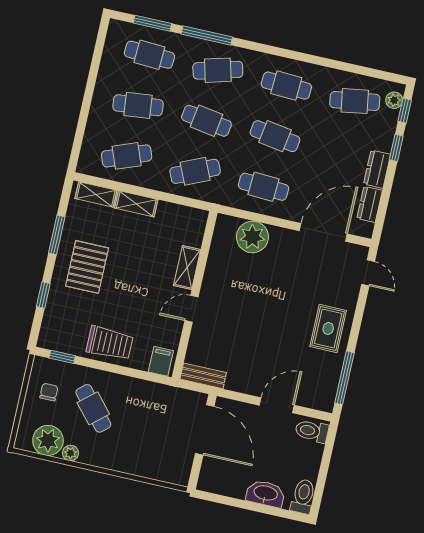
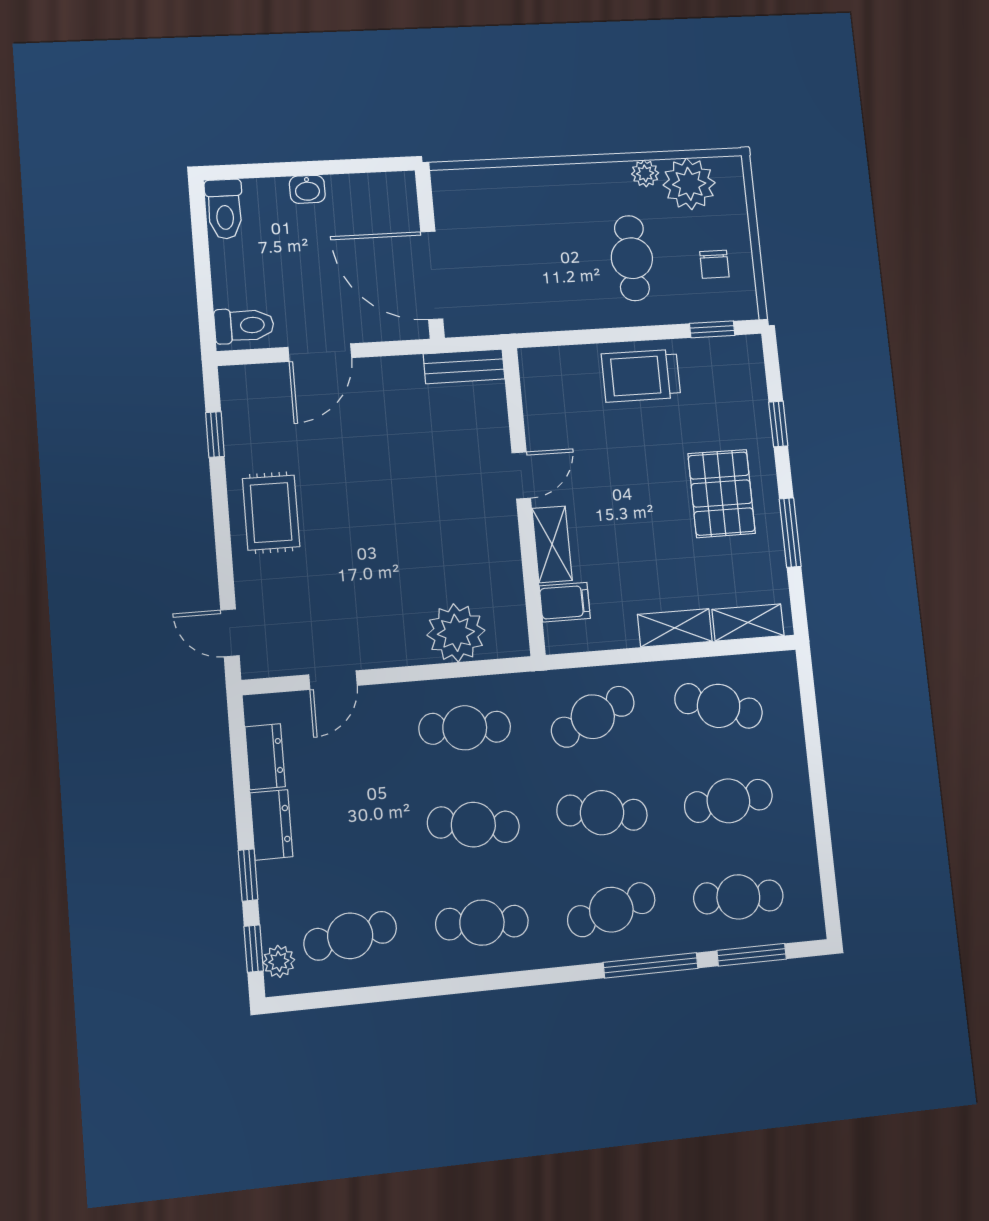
cafe table: (127, 156) -> (719, 706), turned 39
door: (323, 232) -> (333, 680), width x0.53
filing cabinet: (161, 361) -> (565, 602), moved, turned -90
window: (344, 378) -> (215, 435), width x0.46
cafe table: (93, 408) -> (632, 258), turned 41
washbasin: (266, 494) -> (307, 189), width x0.52, depth x0.69

